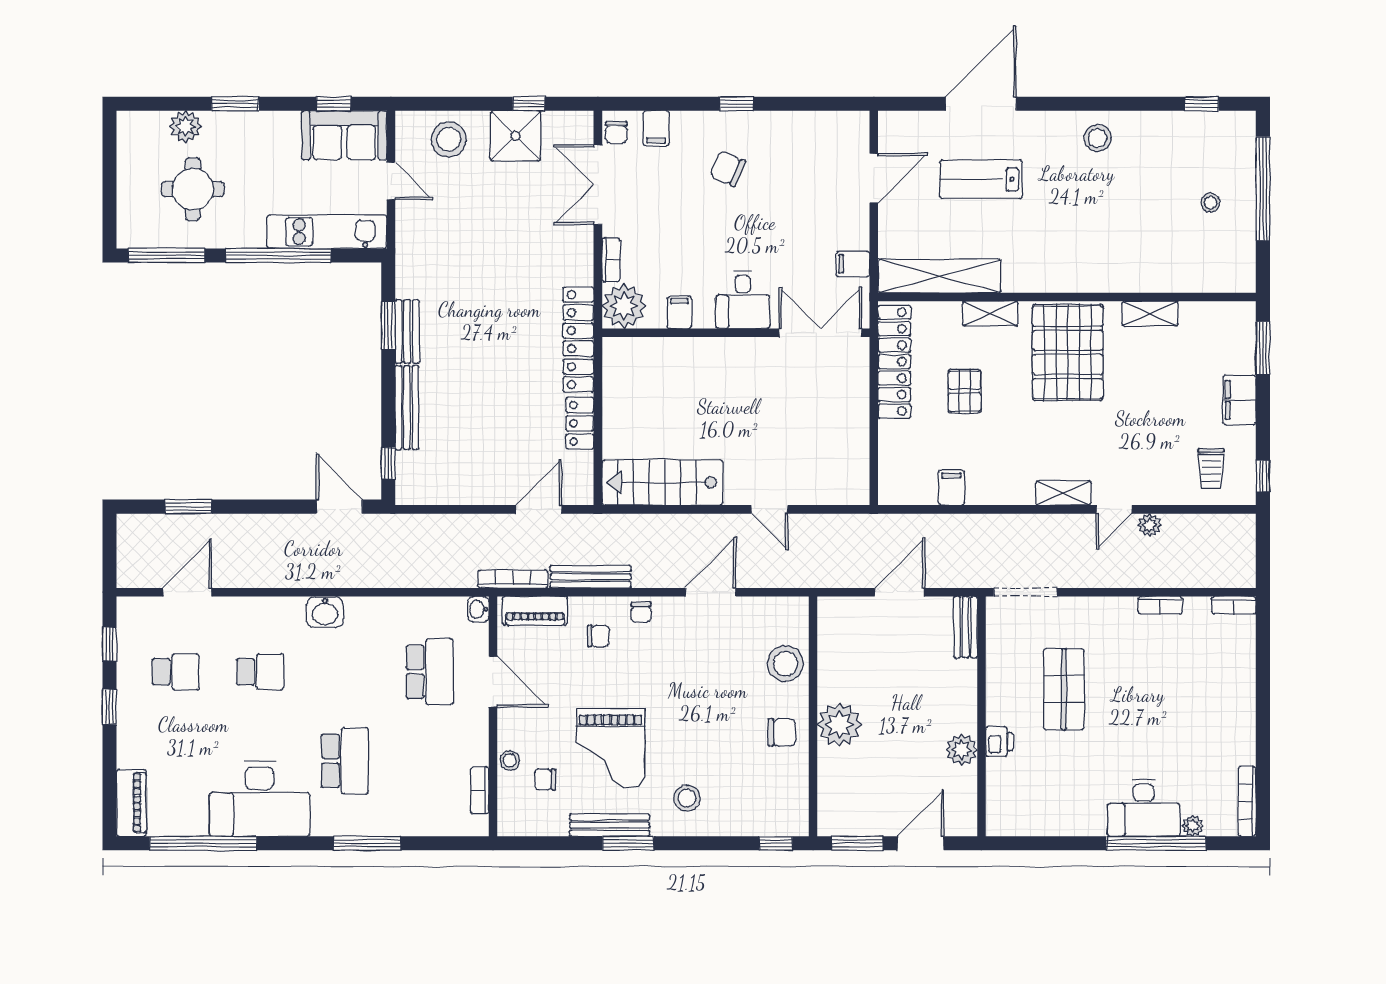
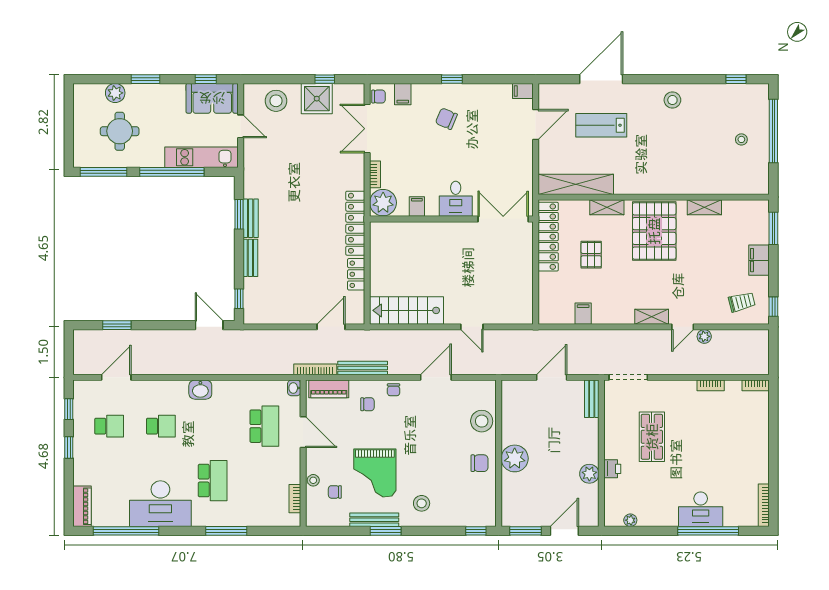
chair: (616, 132) -> (378, 97), turned -90
filing cabinet: (853, 264) -> (523, 91), moved
bench: (407, 408) -> (250, 258), width x0.73
trolley: (1211, 469) -> (742, 302), turned -104
plant: (1193, 826) -> (630, 520), moved

